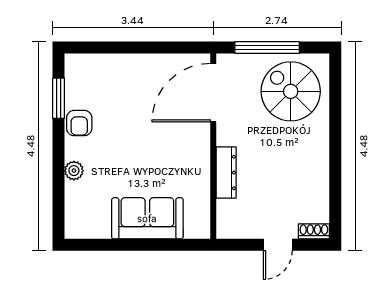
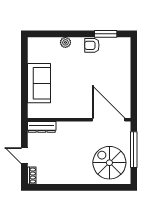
spiral stairs: (291, 91) -> (109, 163), turned -90
dresser: (226, 173) -> (42, 127), moved

